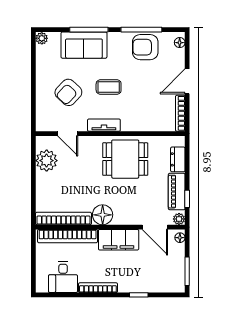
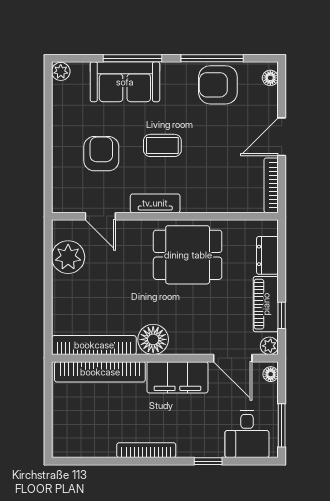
armchair: (68, 92) -> (101, 154), turned 137
desk: (63, 277) -> (247, 434), moved

